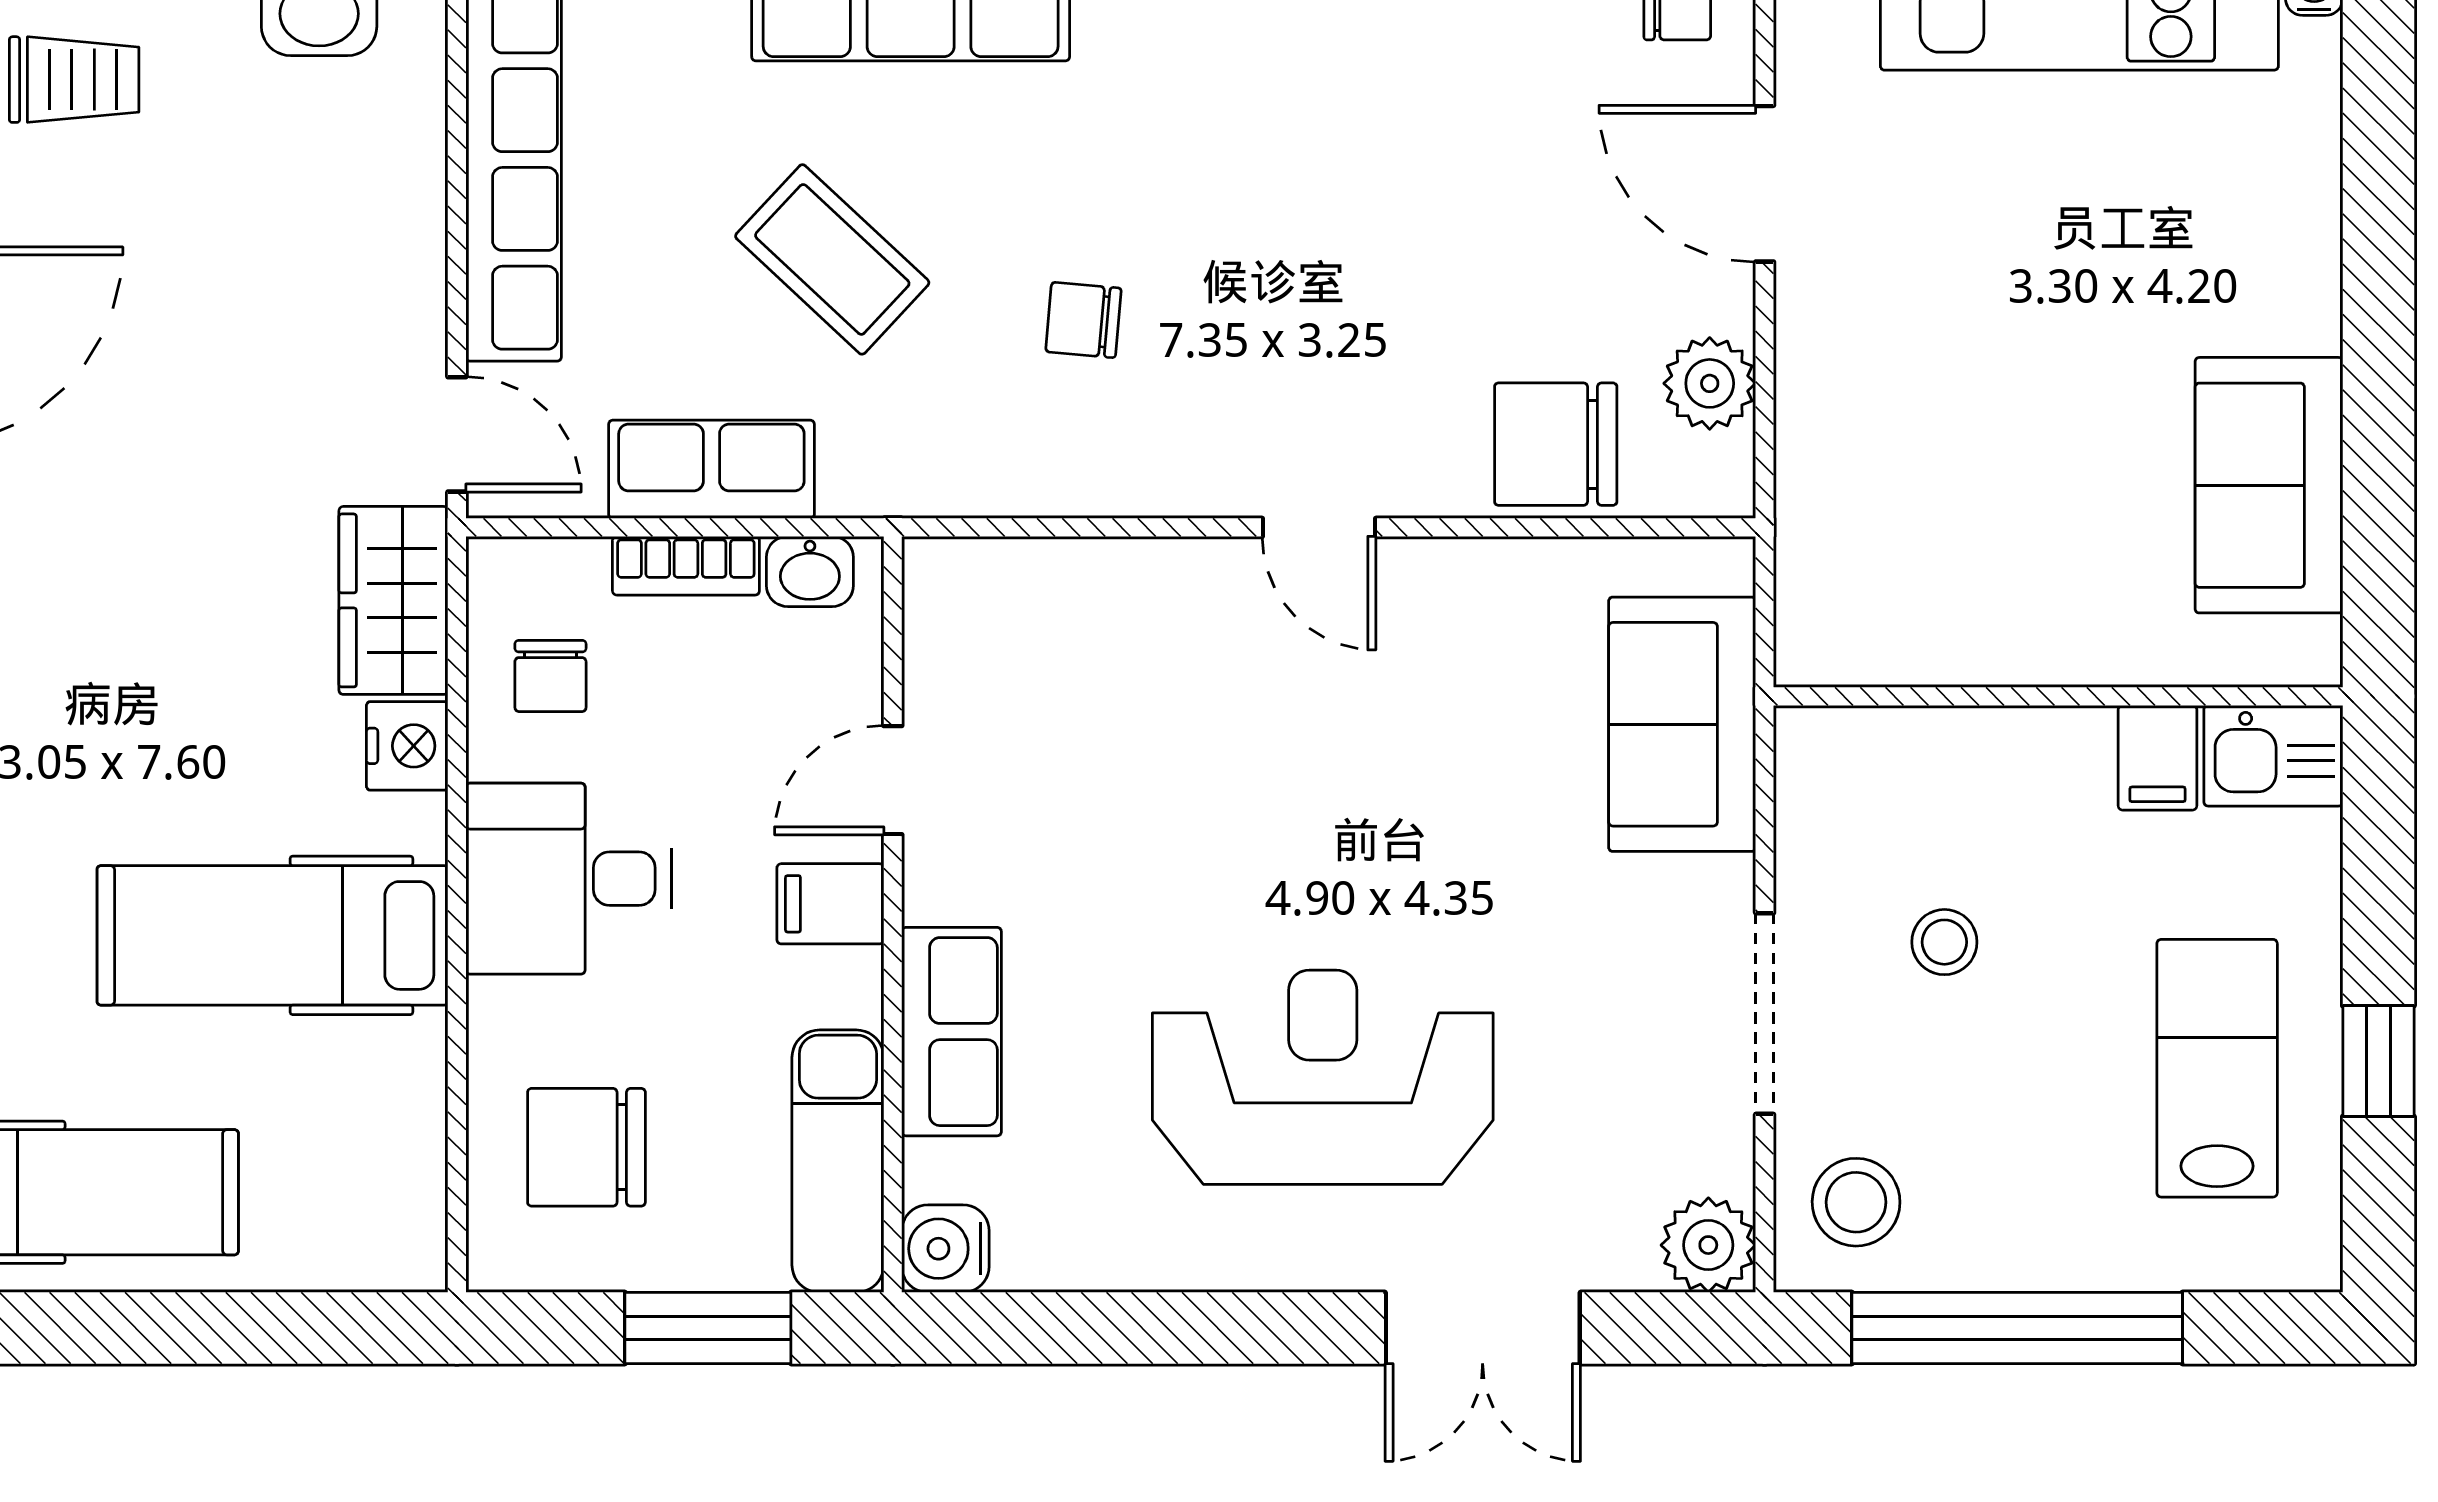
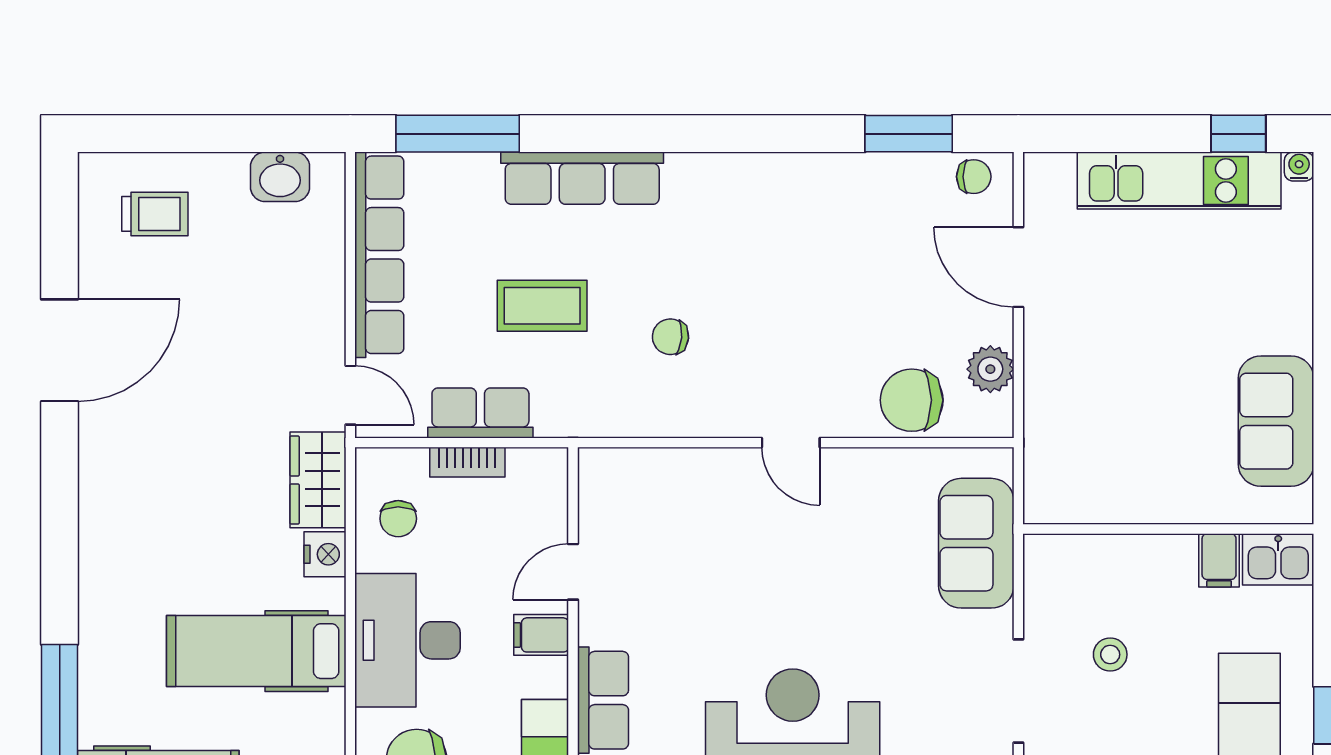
coffee table: (832, 259) -> (542, 306), turned -43
washbasin: (810, 571) -> (531, 465), removed
desk: (569, 879) -> (408, 640), width x1.37

